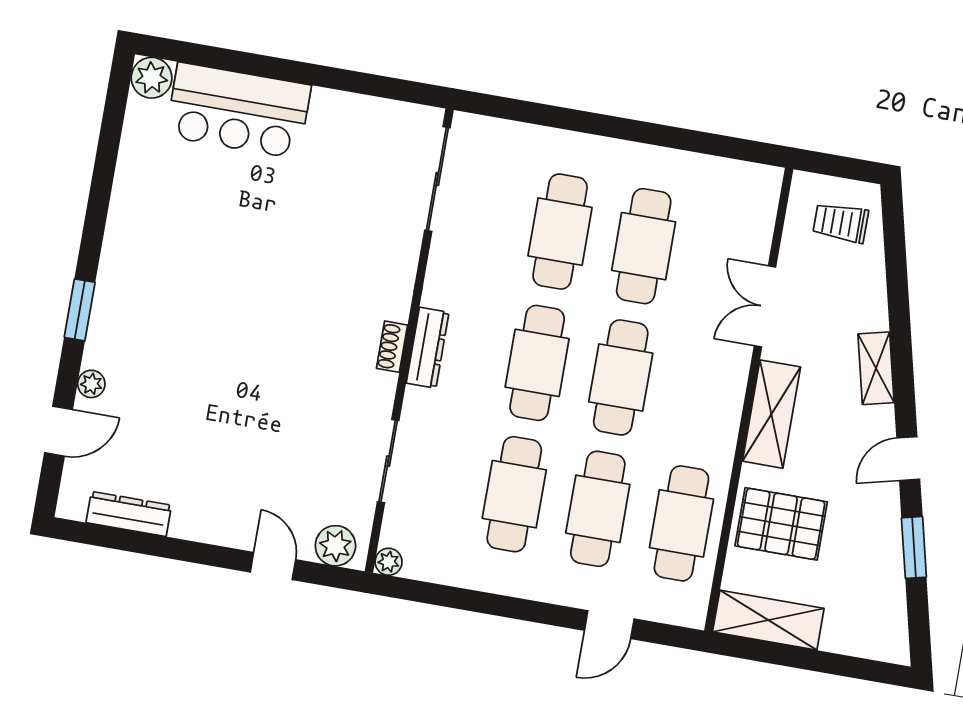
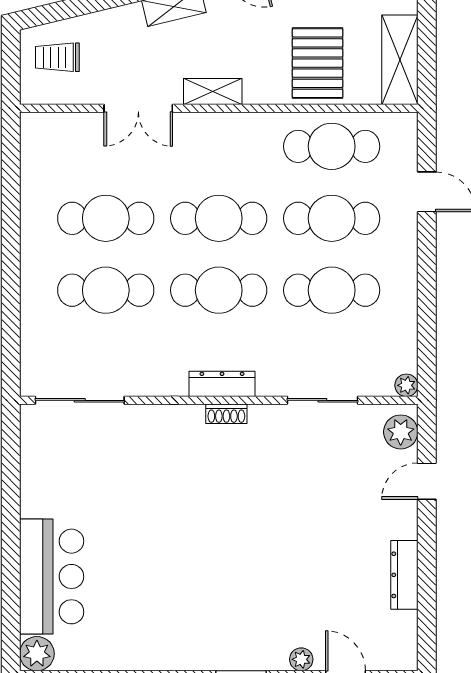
trolley: (841, 223) -> (57, 57), turned 90
shelving: (771, 414) -> (213, 92), width x0.67, depth x0.75
dresser: (129, 514) -> (404, 575), moved

